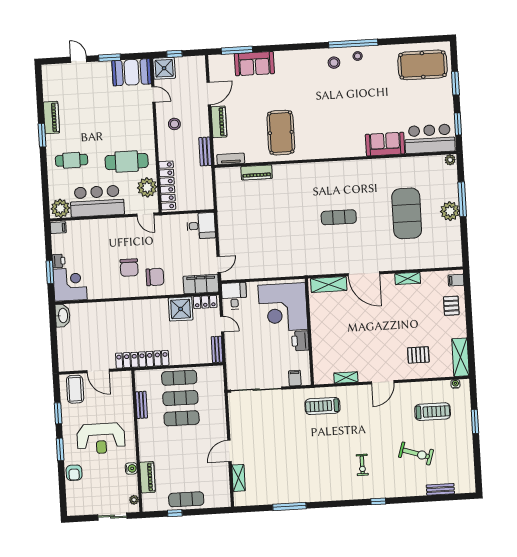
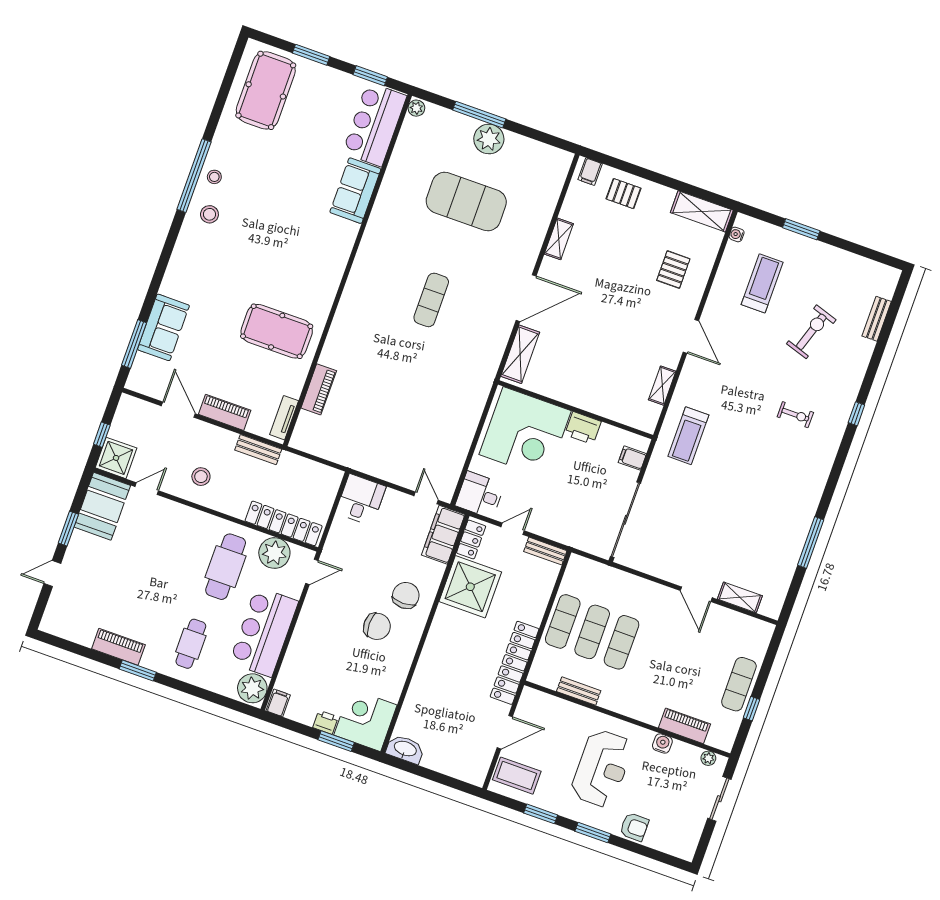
shower: (181, 309) -> (470, 587), width x1.37, depth x1.37

